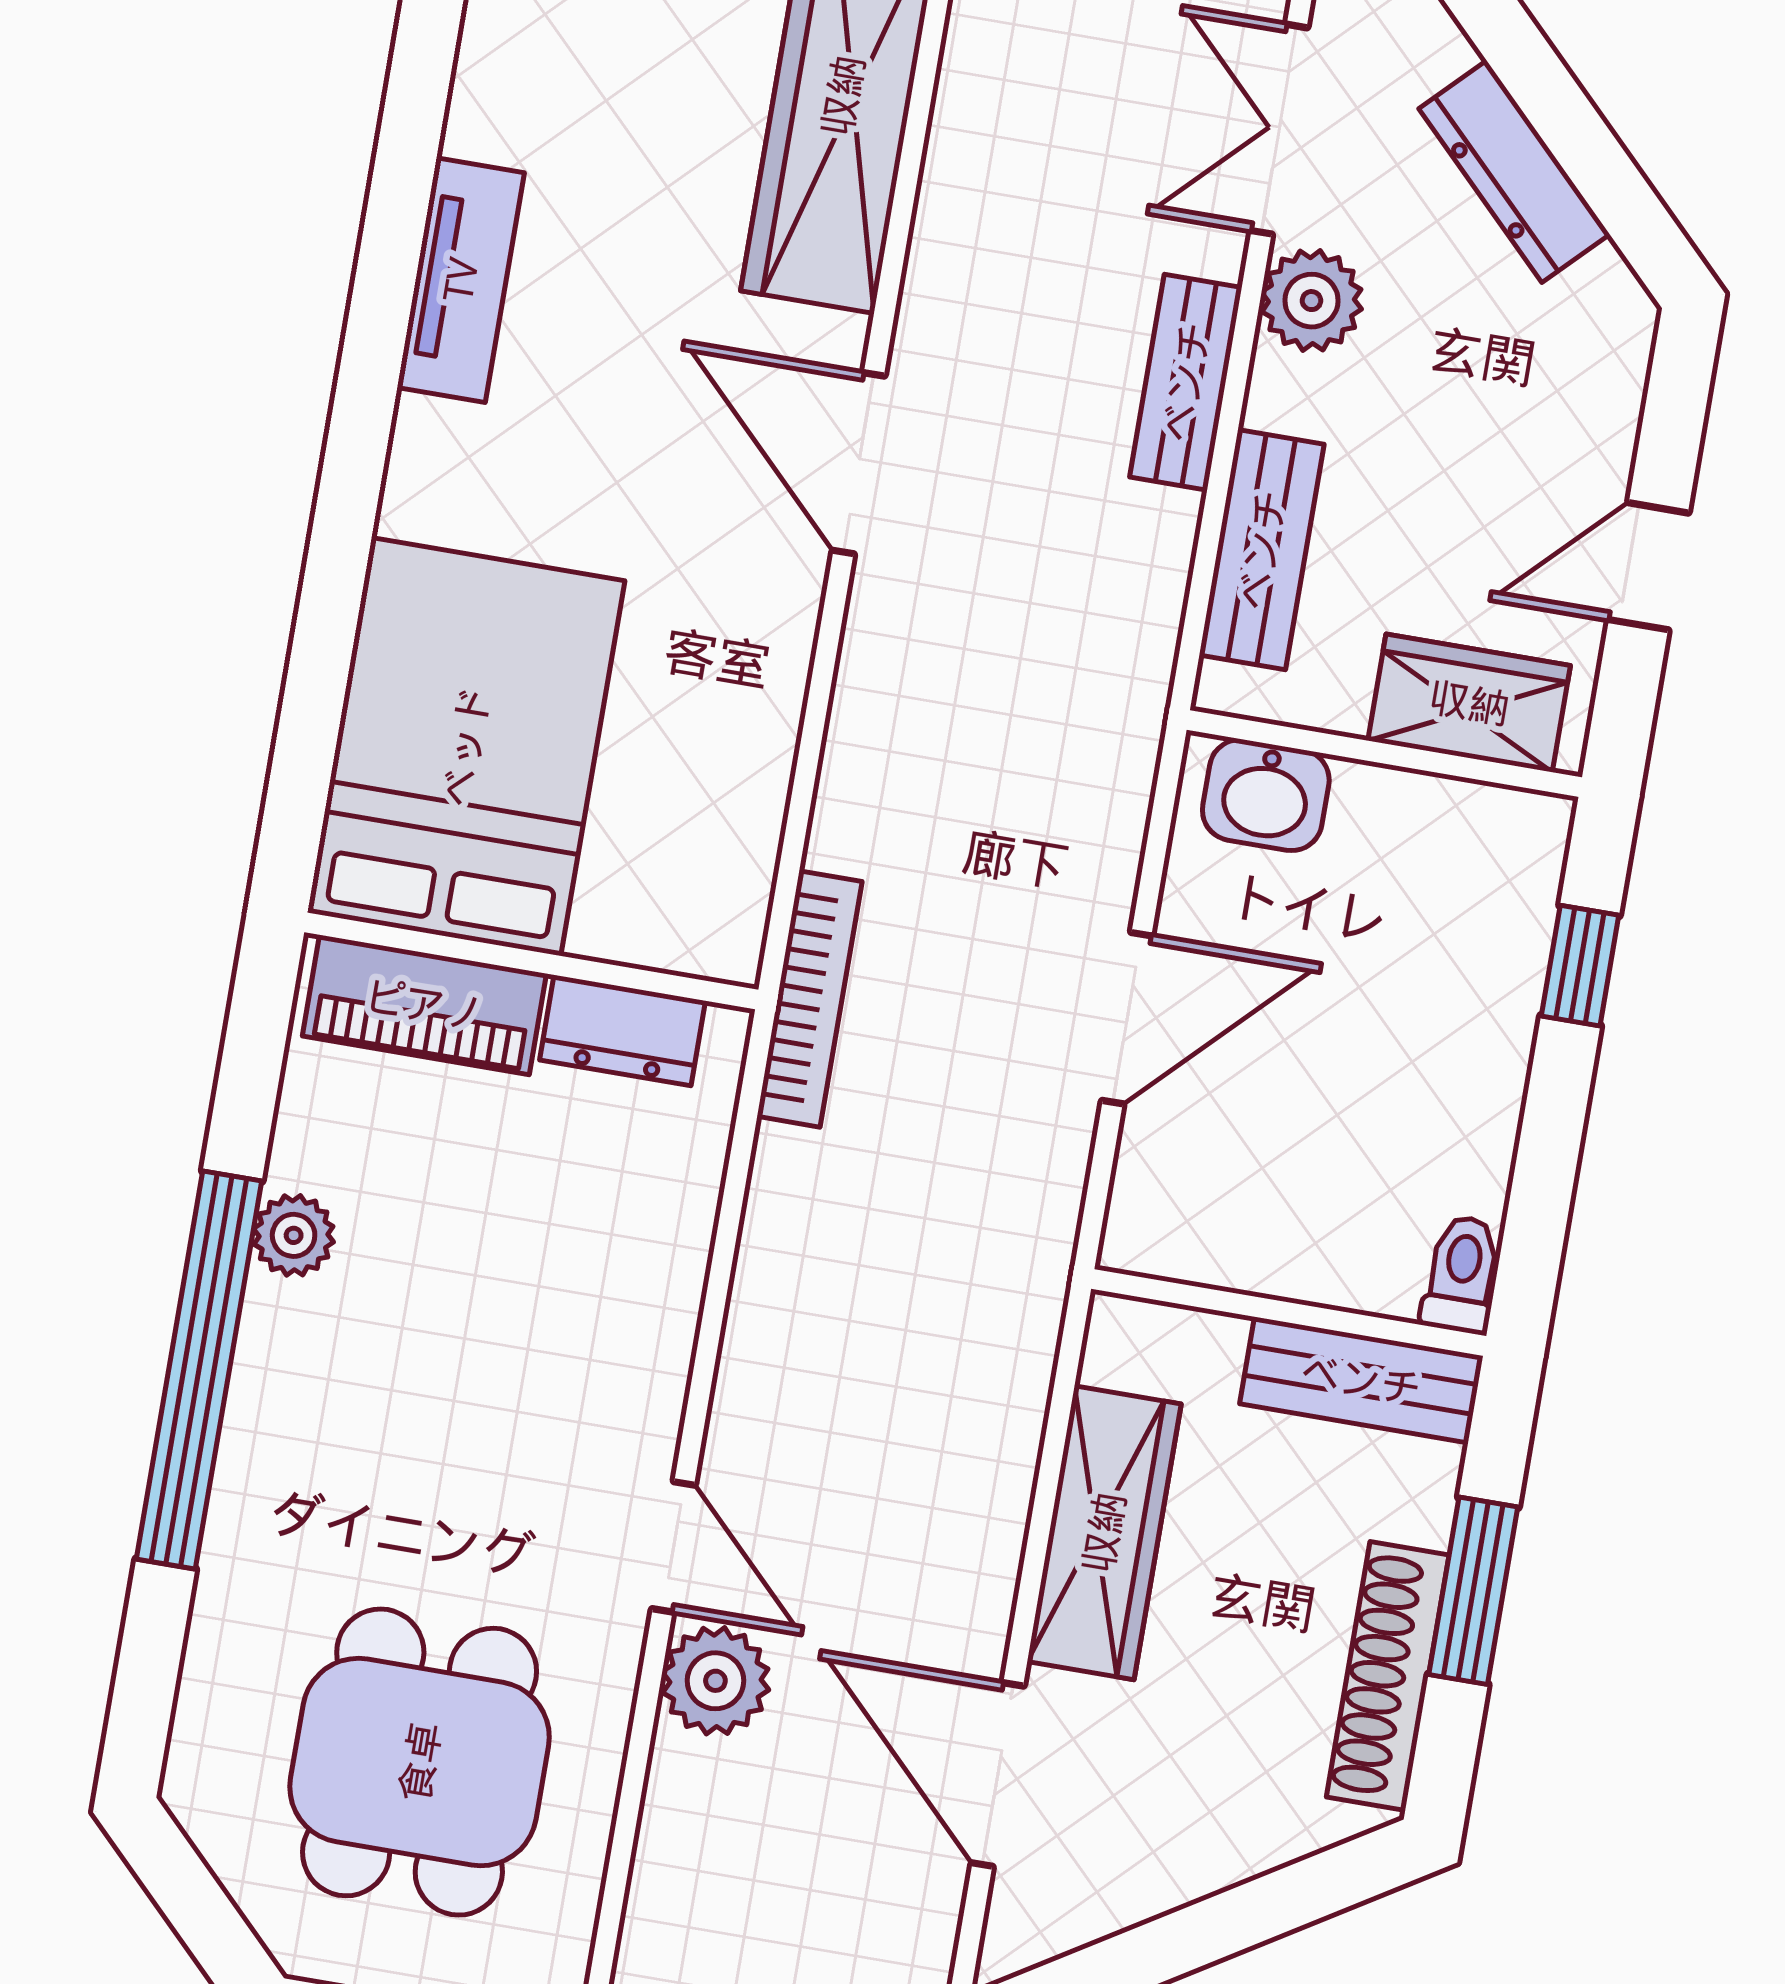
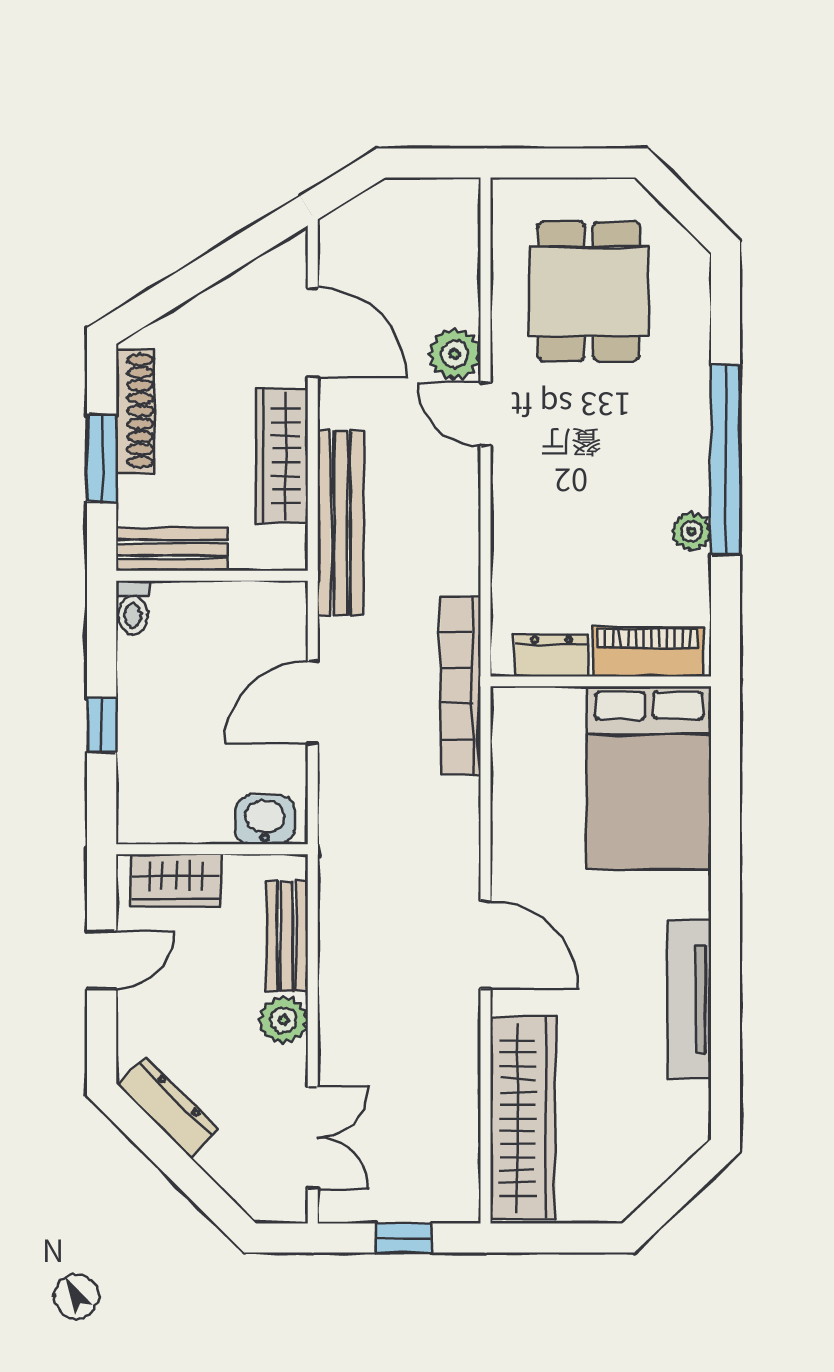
dresser: (1514, 172) -> (168, 1107), moved
tv unit: (461, 280) -> (690, 999), width x1.41
plant: (1311, 301) -> (283, 1020), moved
bench: (1186, 382) -> (341, 523), moved, width x1.86, depth x1.21
window: (1580, 966) -> (102, 725), moved
bookcase: (810, 999) -> (461, 686), width x1.48, depth x1.31

